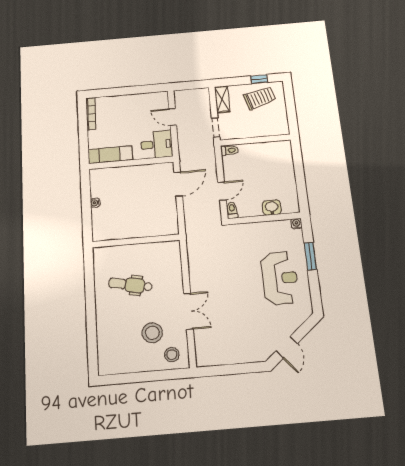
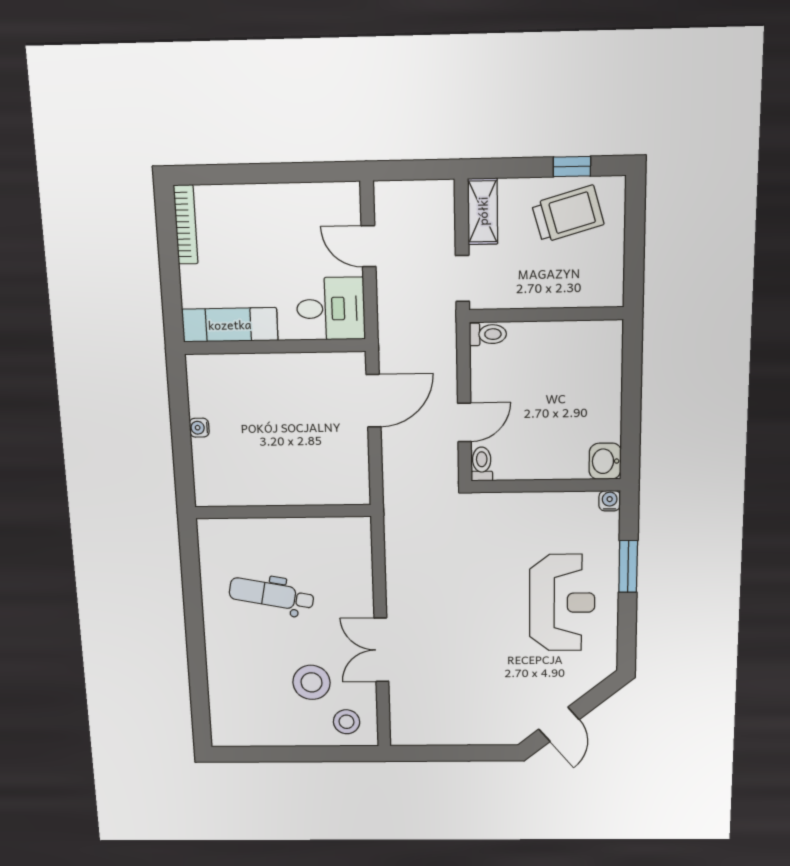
washbasin: (272, 208) -> (605, 461), moved, turned -90
double door: (188, 311) -> (381, 650), swing flipped

